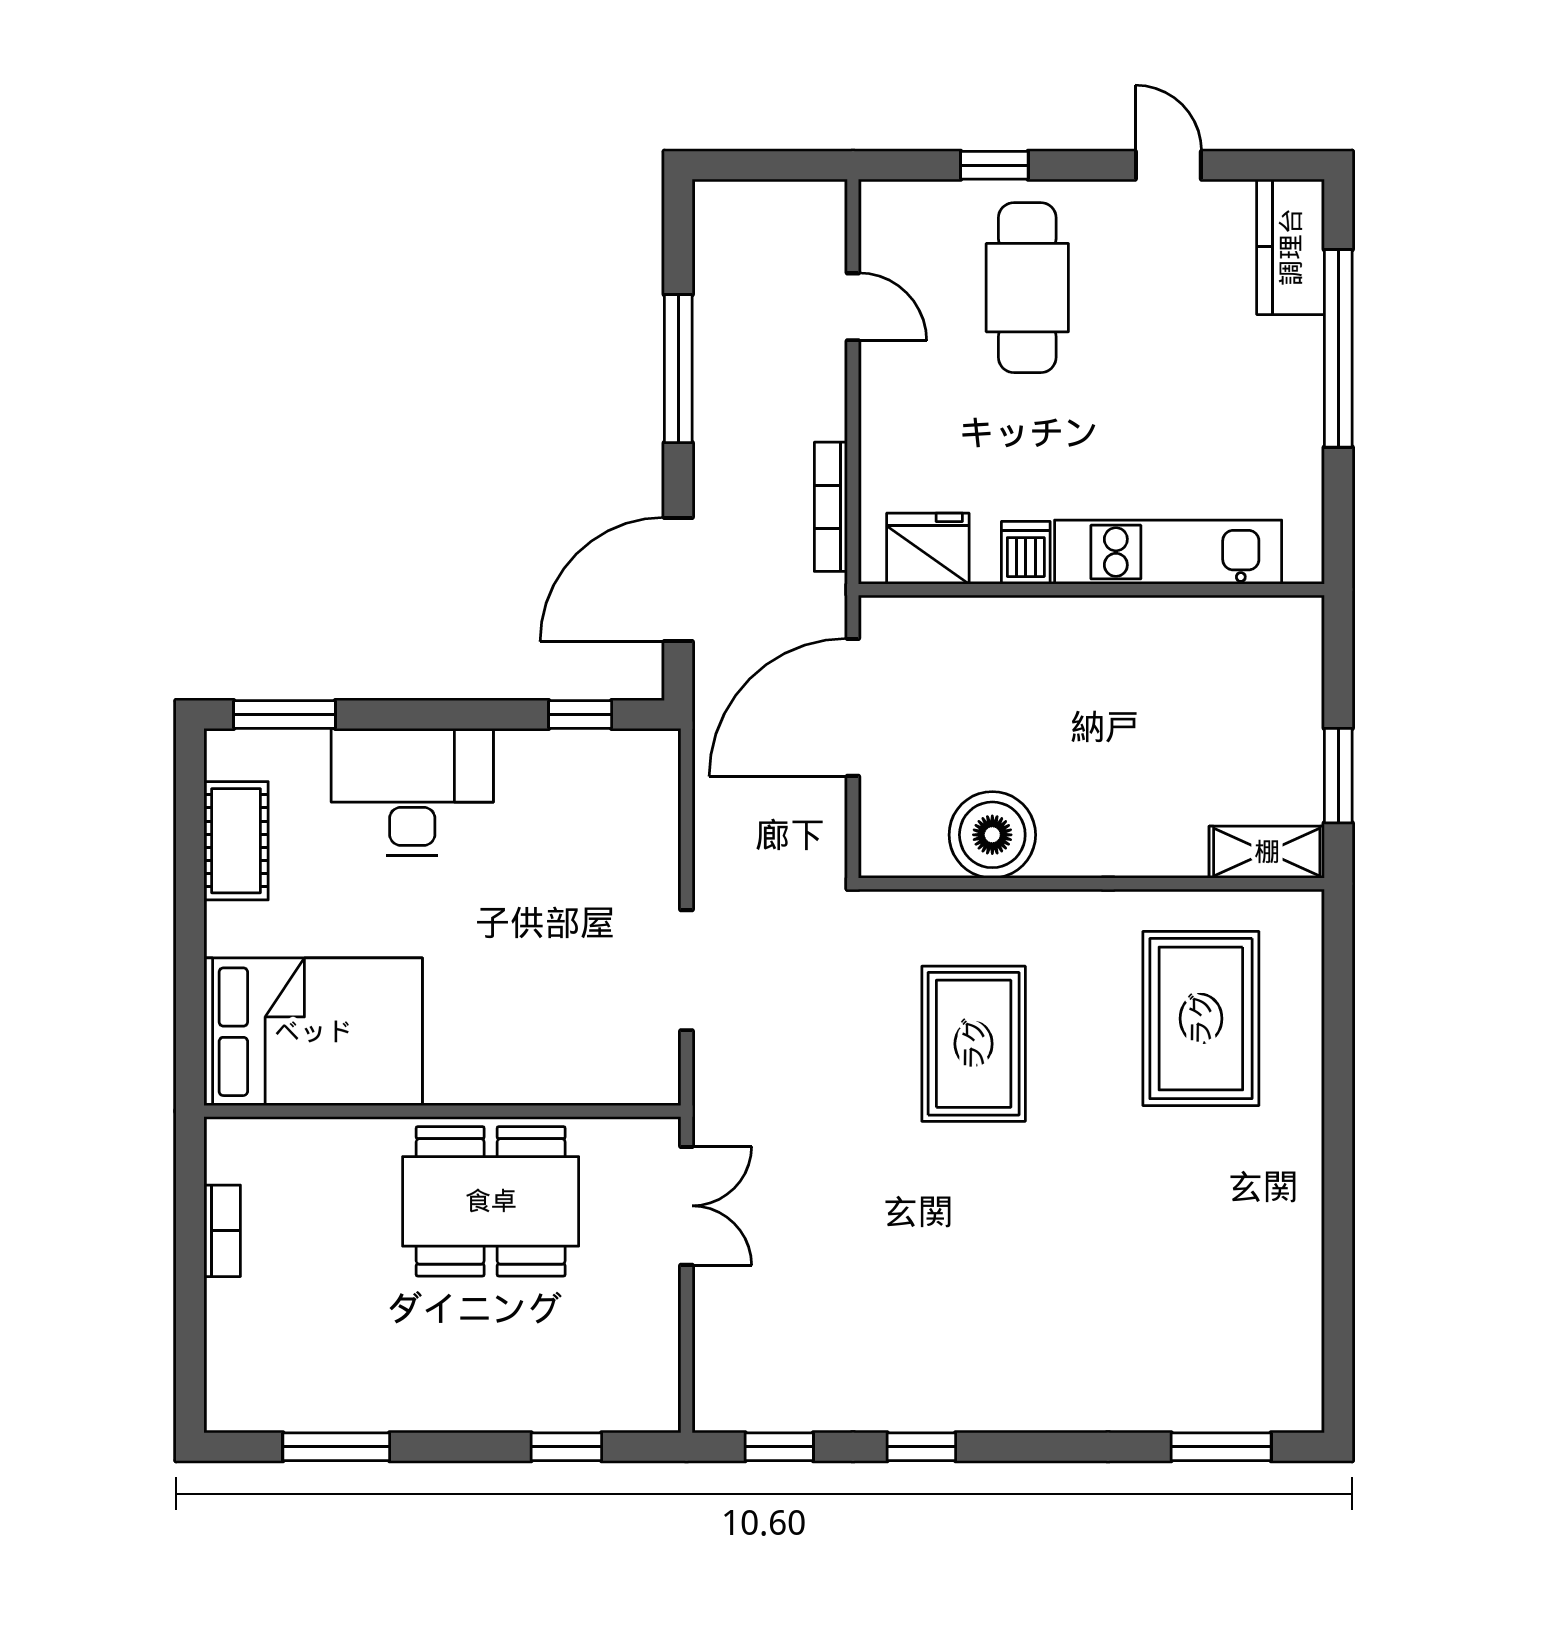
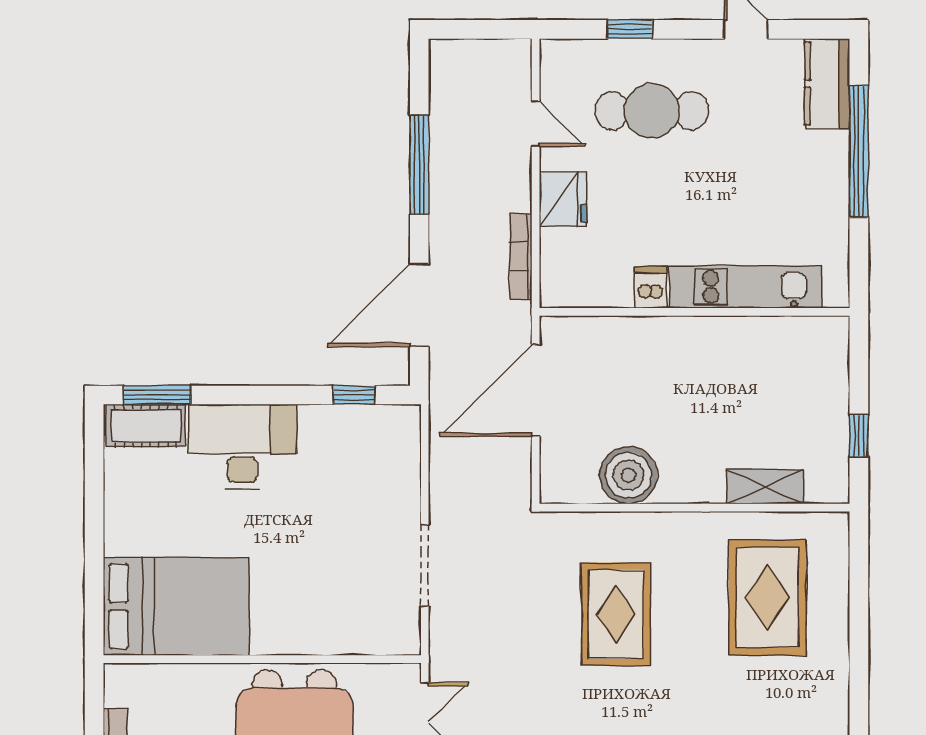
cafe table: (1027, 288) -> (652, 111), turned 90
fridge: (928, 549) -> (563, 199), moved, turned 90
window: (1338, 776) -> (859, 436), width x0.67
cot: (236, 841) -> (146, 426), moved, turned 90
shelving: (1267, 852) -> (765, 487), moved

